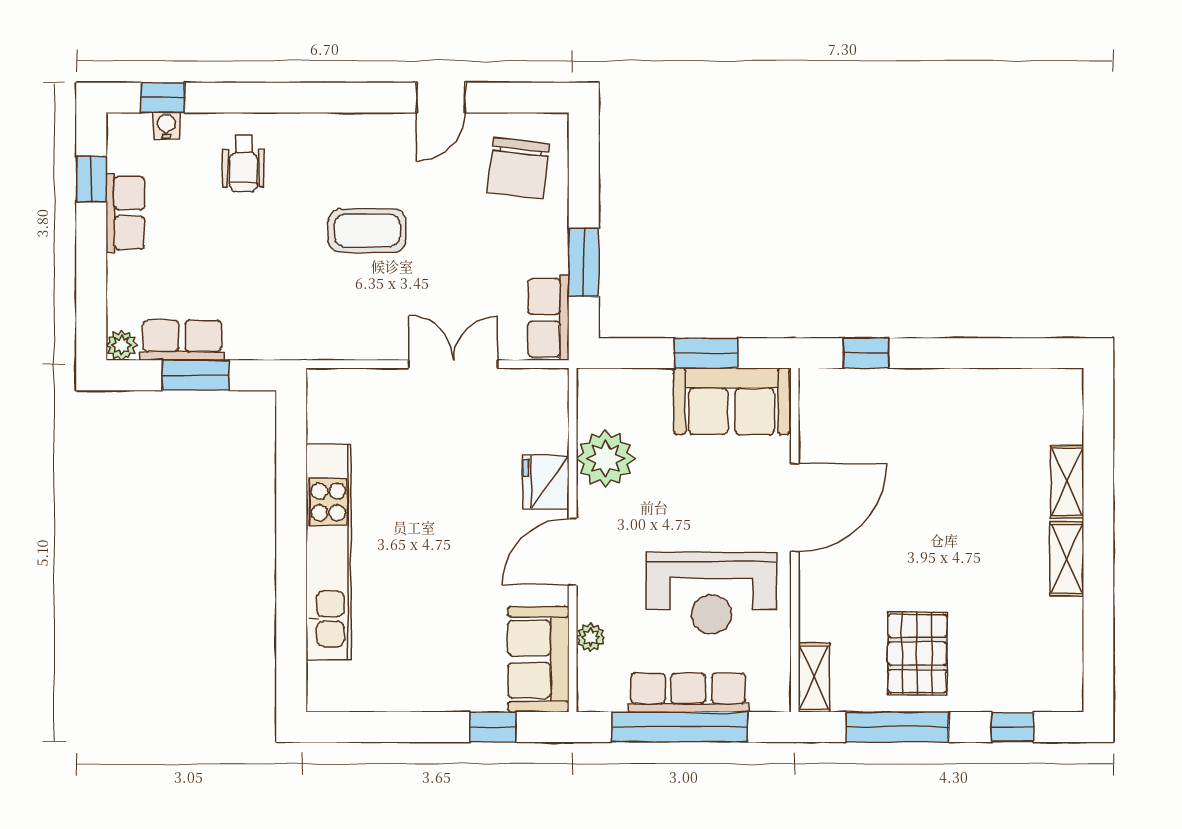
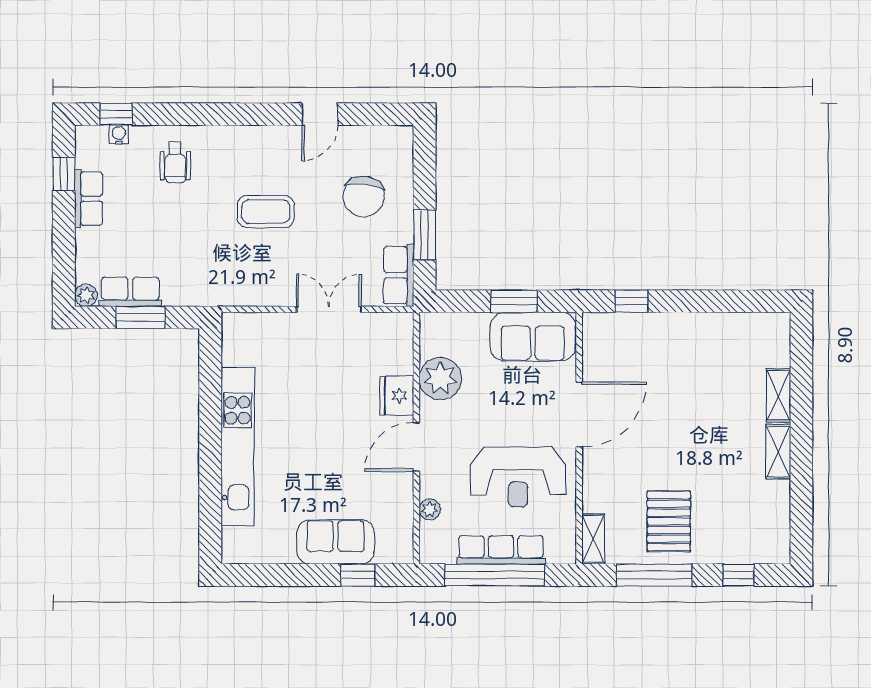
chair: (519, 168) -> (364, 197), moved
sofa: (538, 659) -> (336, 542), moved, turned 90

